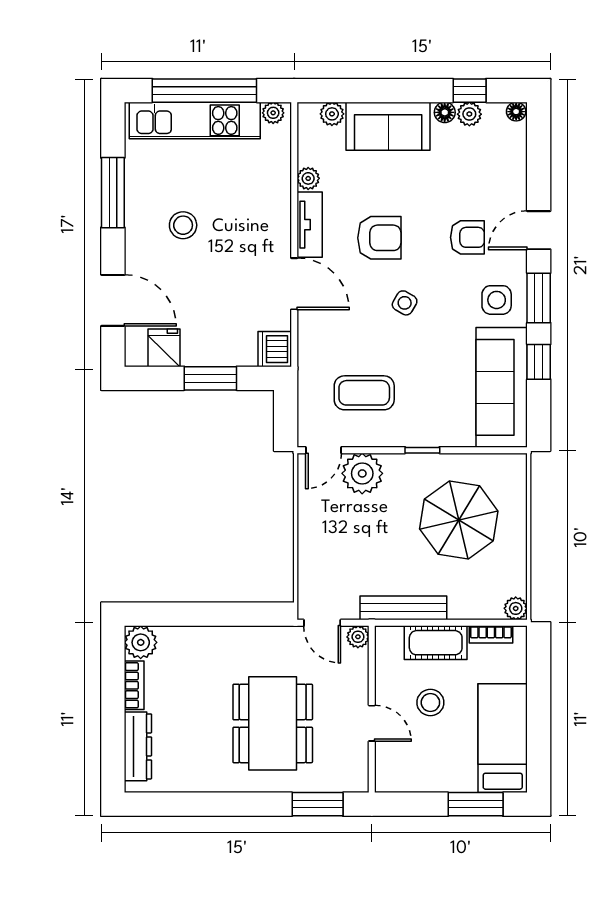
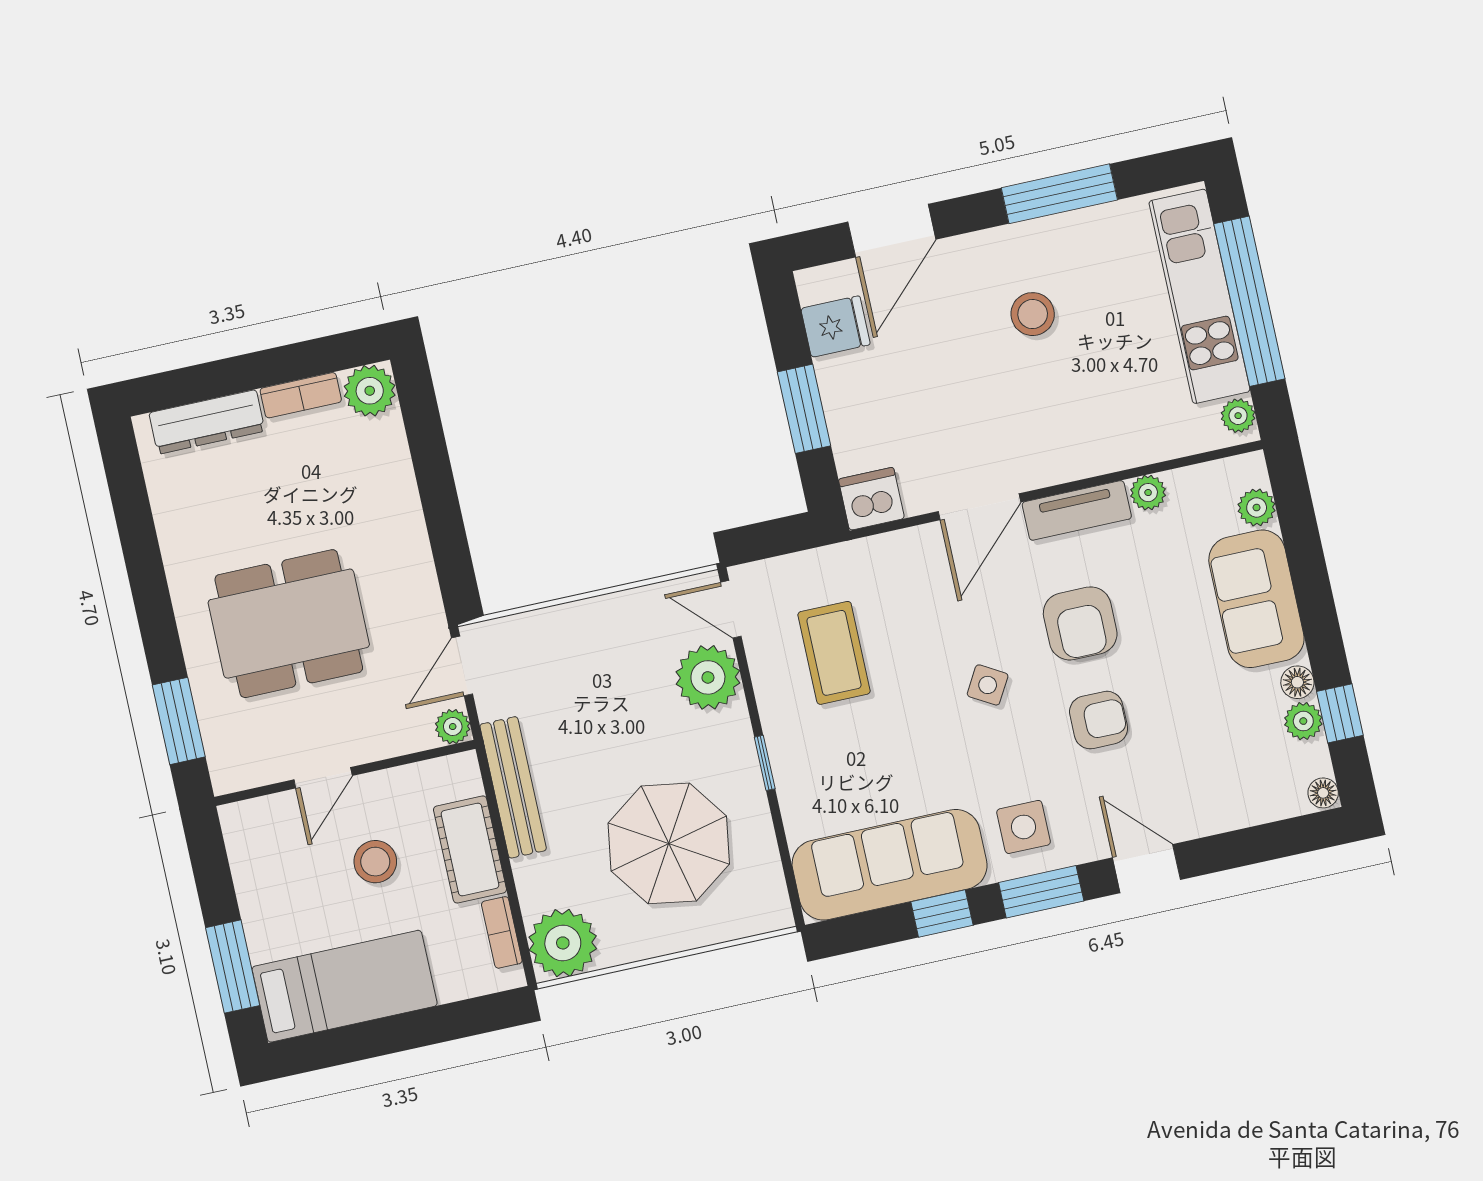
armchair: (467, 237) -> (1099, 720), moved, turned -90
plant: (516, 608) -> (563, 943), width x1.88, depth x1.88

